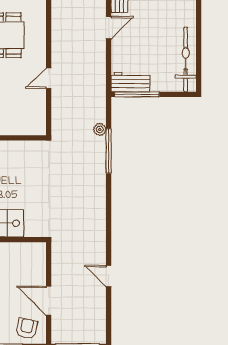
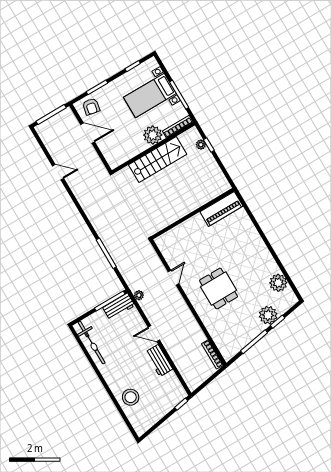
door: (109, 28) -> (154, 334), hinge flipped
plant: (100, 129) -> (139, 295), moved

